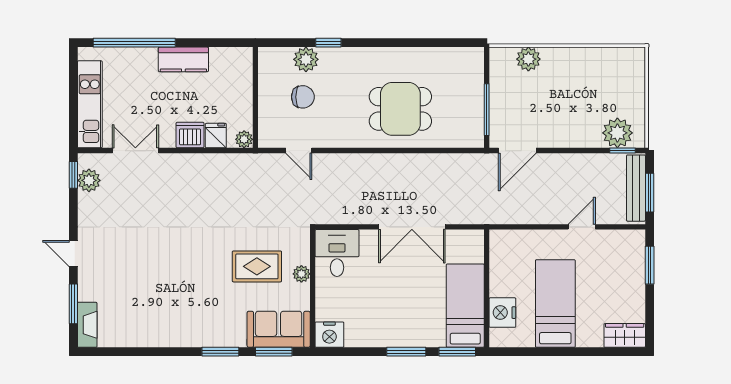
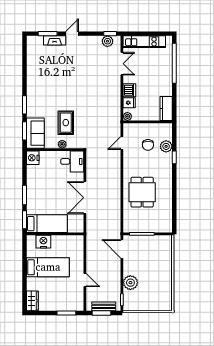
kitchen counter: (183, 59) -> (166, 109), moved
plant: (528, 59) -> (166, 254), removed
plant: (617, 133) -> (130, 283), moved
bench: (636, 188) -> (104, 306), width x0.73
fireplace: (87, 325) -> (55, 40), moved

